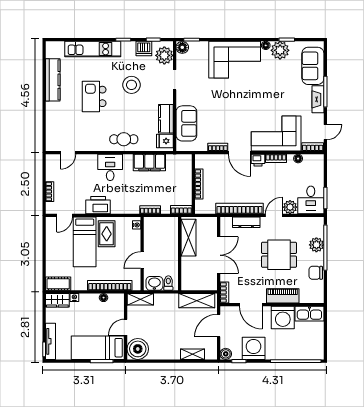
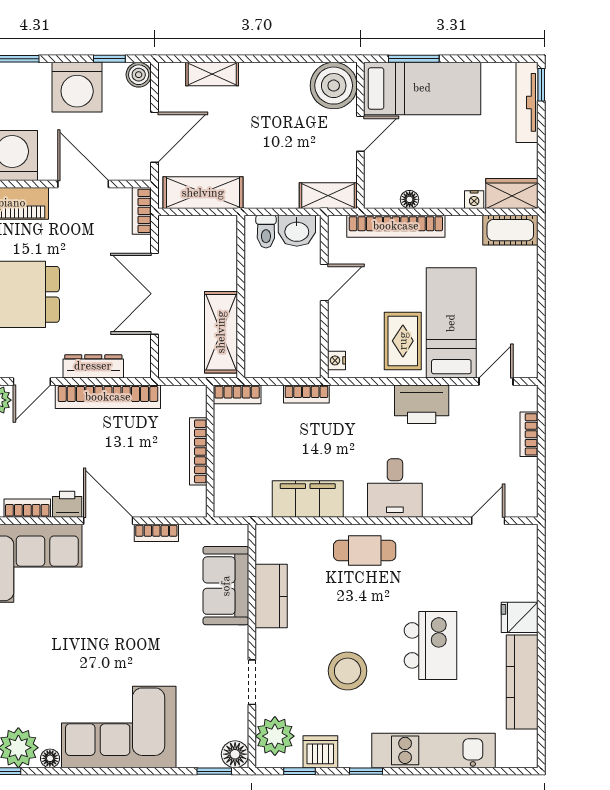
fridge: (165, 141) -> (520, 617), moved, turned 180

